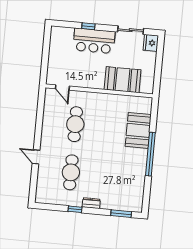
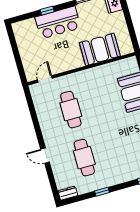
door: (62, 87) -> (45, 79), swing flipped
dresser: (91, 203) -> (68, 193), moved

